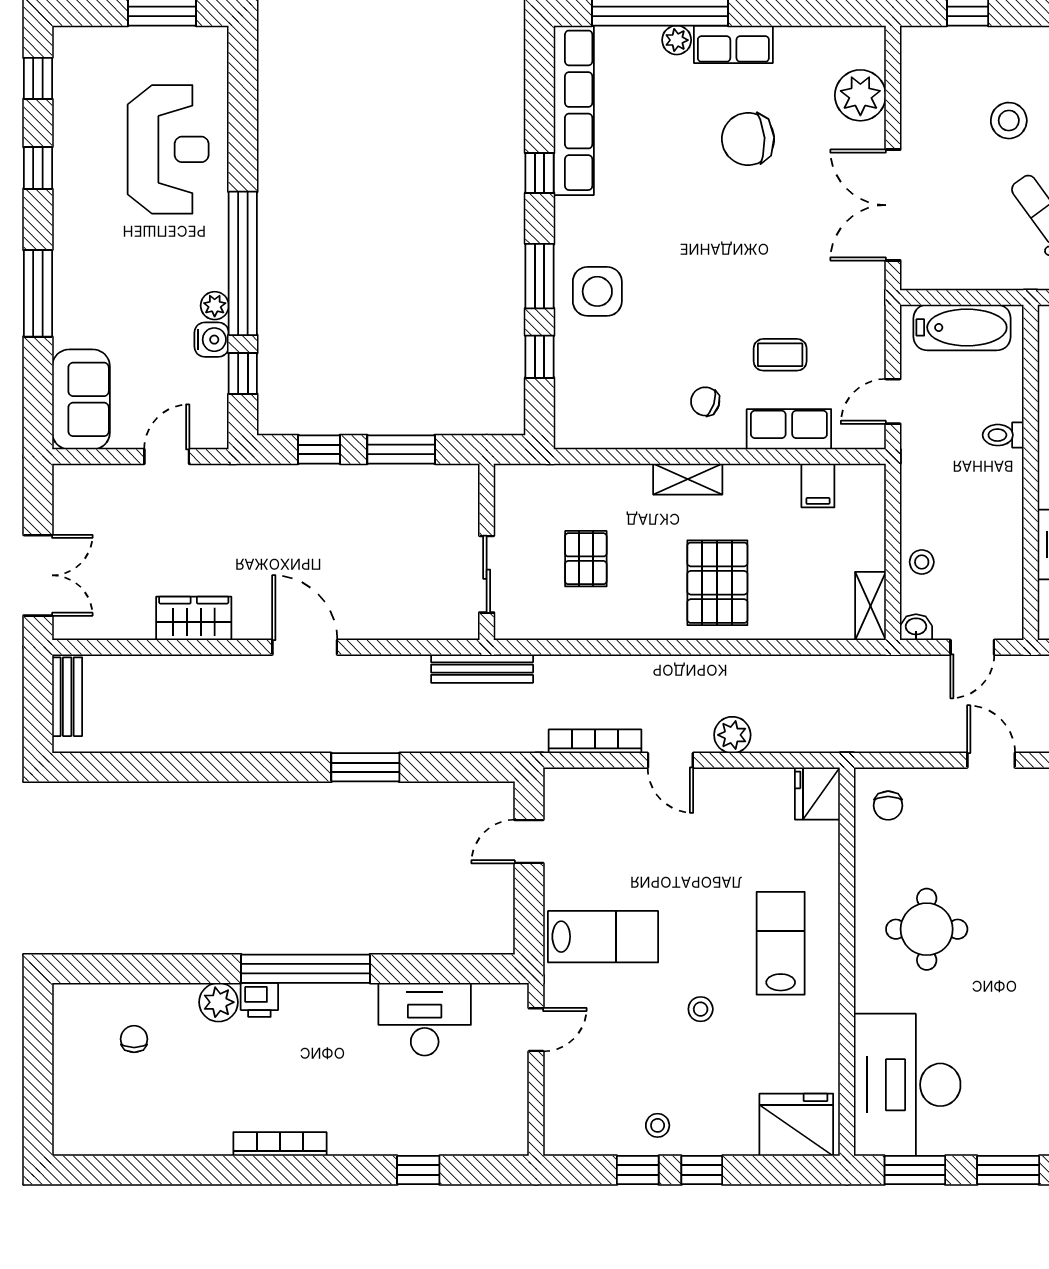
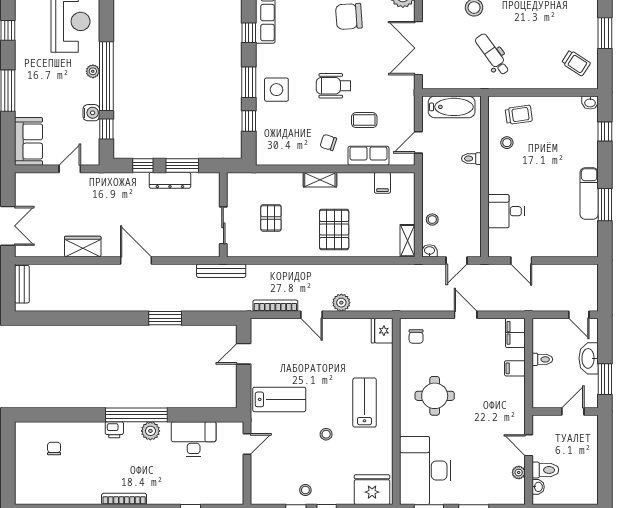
wheelchair: (716, 283) -> (333, 86), added
plant: (215, 306) -> (93, 71), moved
dresser: (375, 480) -> (170, 180), added
plant: (218, 1002) -> (150, 431), moved

